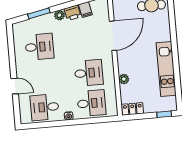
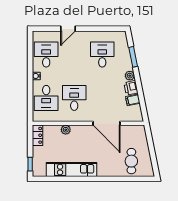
desk: (39, 47) -> (102, 55), turned 180
desk: (89, 73) -> (74, 98), turned 180

